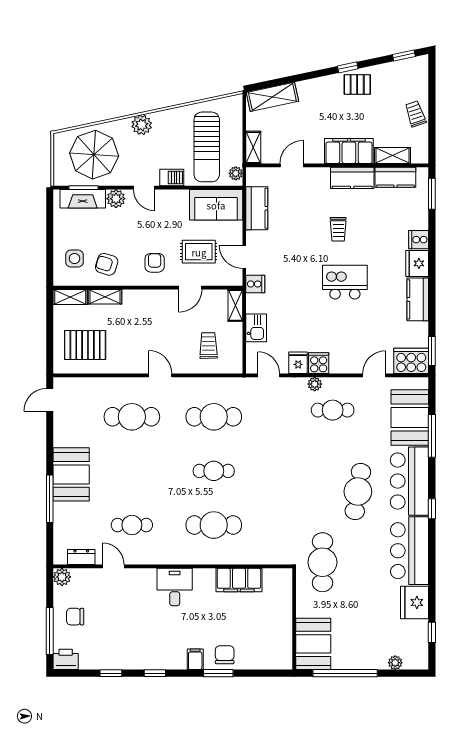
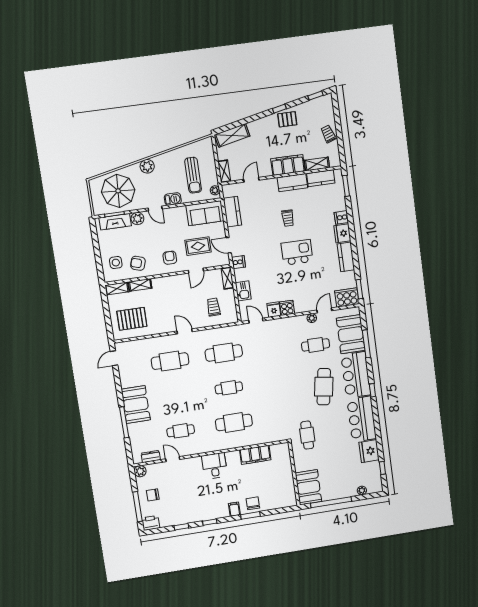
sun lounger: (207, 147) -> (193, 175), width x0.73, depth x0.75
plant: (315, 384) -> (312, 318), moved
cafe table: (333, 410) -> (316, 345), moved
cafe table: (322, 562) -> (307, 435), width x0.73, depth x0.74

